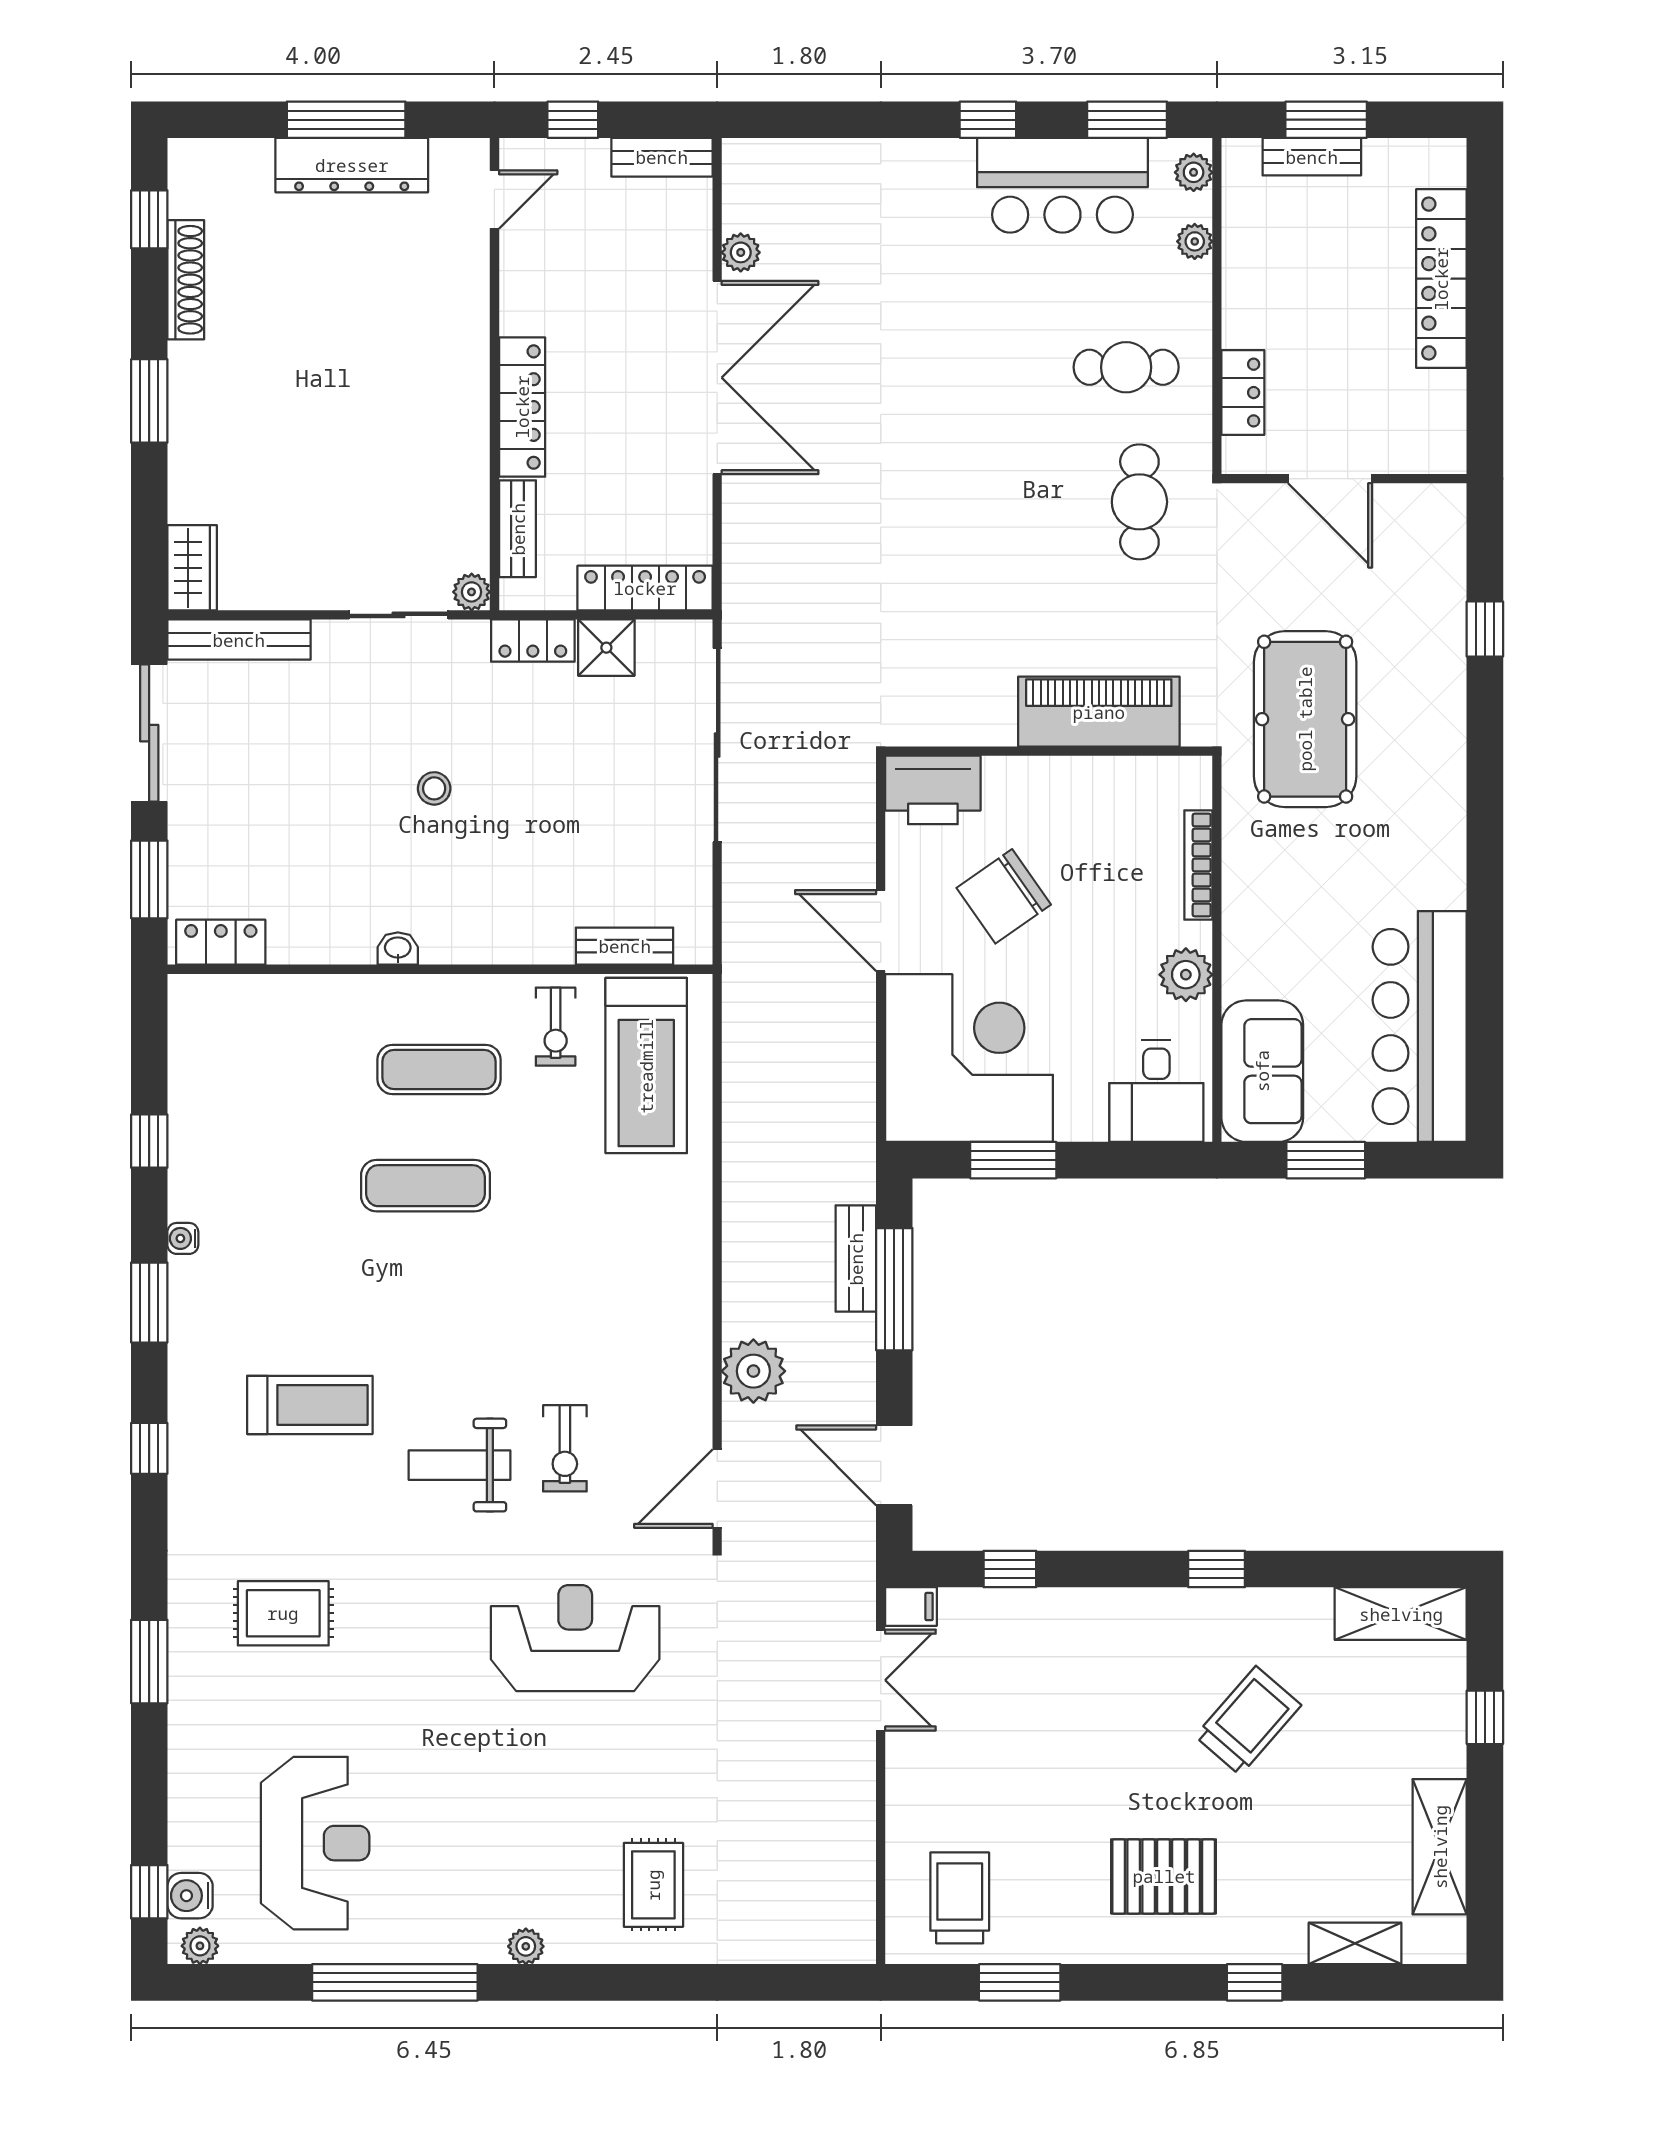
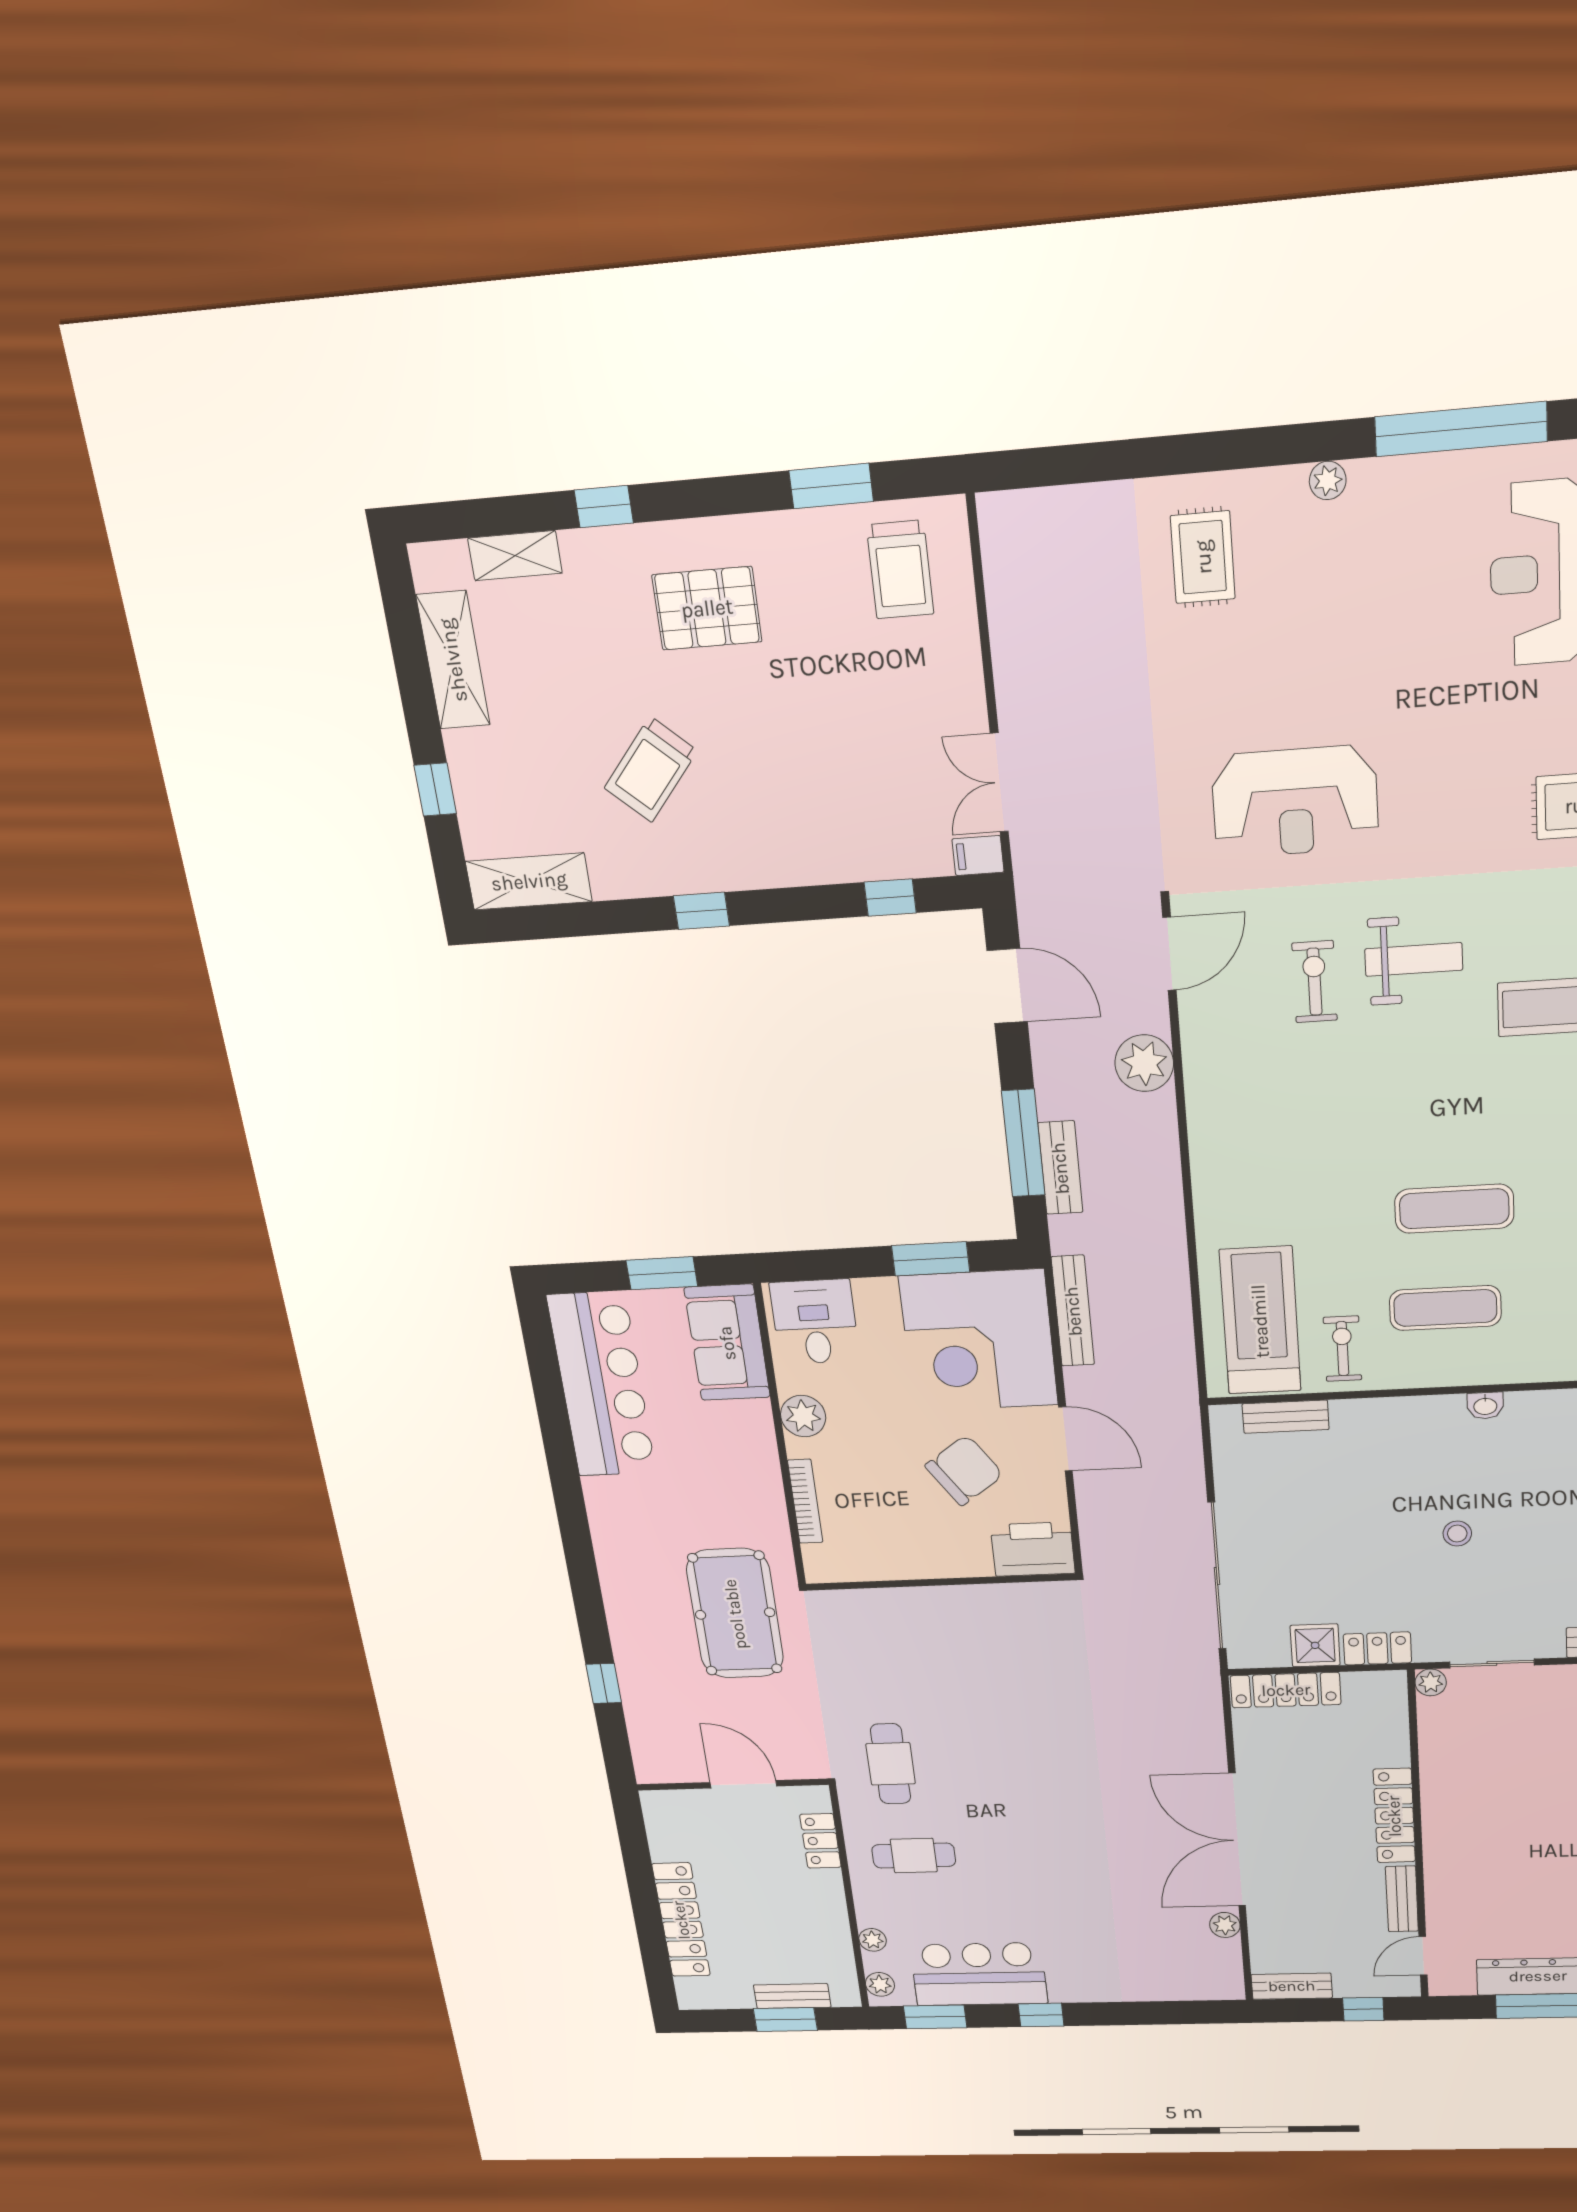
bench: (518, 529) -> (1402, 1899), moved
piano: (1099, 712) -> (903, 1613), removed
bench: (857, 1089) -> (1073, 1311), added

